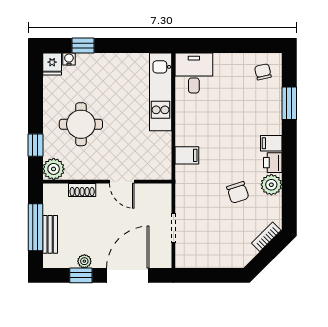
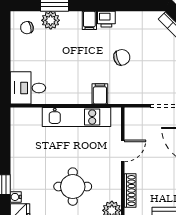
kitchen unit: (161, 92) -> (77, 117), moved
plant: (271, 185) -> (51, 20), moved
shoe rack: (82, 190) -> (130, 191), width x1.43
chair: (238, 192) -> (122, 57), moved

